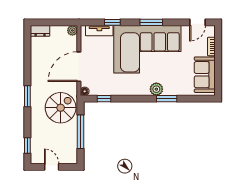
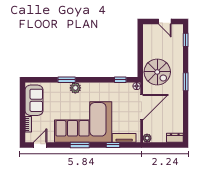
spiral stairs: (61, 108) -> (157, 72), turned -90
window: (80, 132) -> (140, 51), removed

